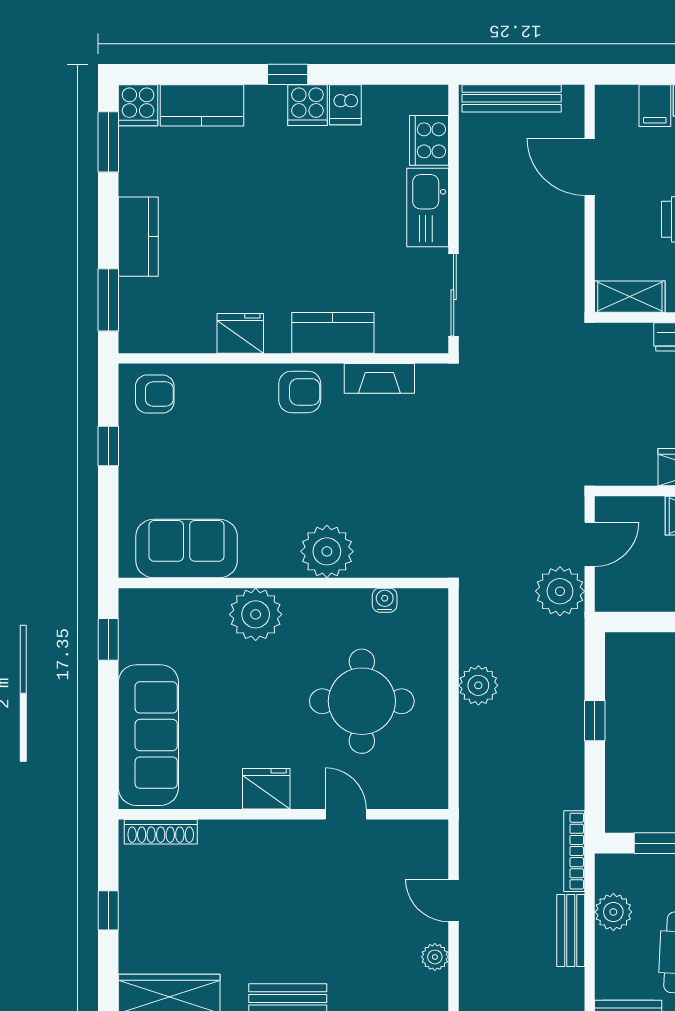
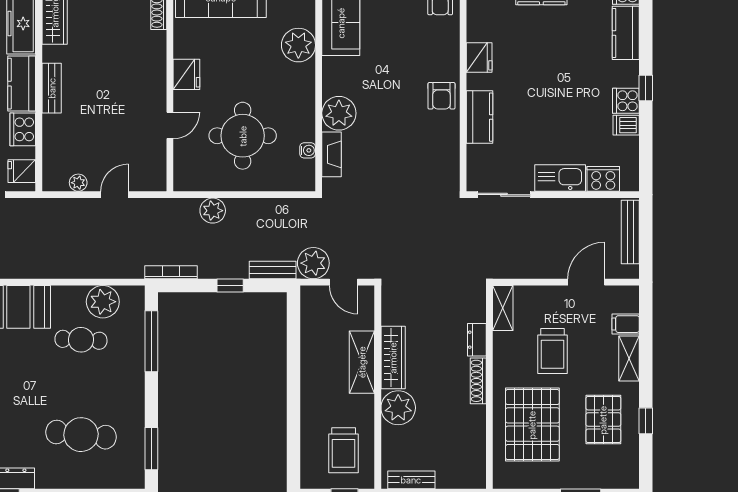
fireplace: (379, 378) -> (332, 154), moved, turned 180
plant: (256, 614) -> (298, 45), moved
plant: (478, 685) -> (213, 211), moved
bookcase: (574, 851) -> (171, 272), moved
plant: (613, 912) -> (103, 302), width x1.36, depth x1.36
bench: (571, 930) -> (273, 270), moved

